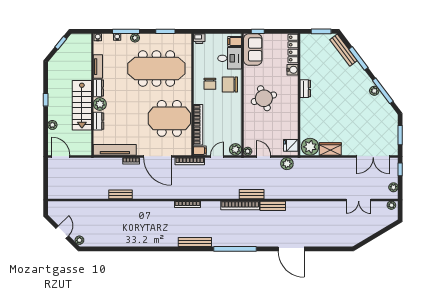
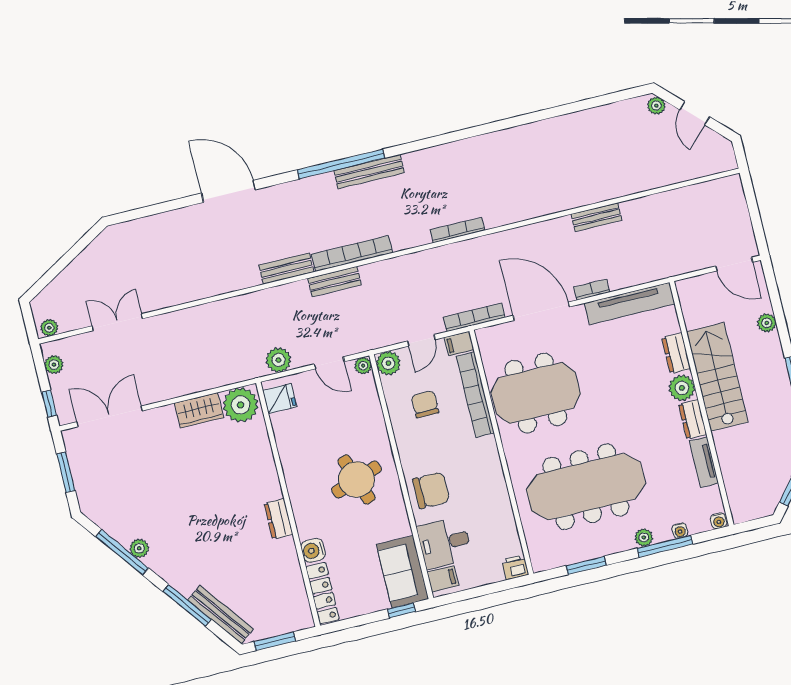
chair: (210, 84) -> (425, 404), moved
bench: (195, 242) -> (369, 172), moved

